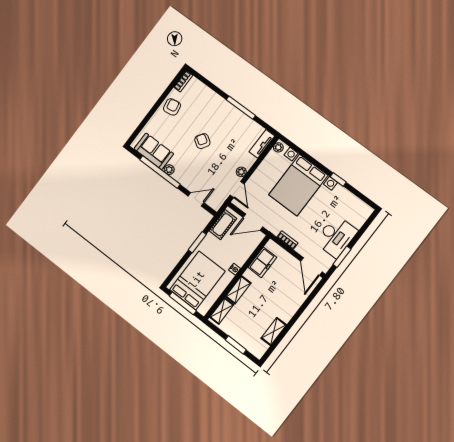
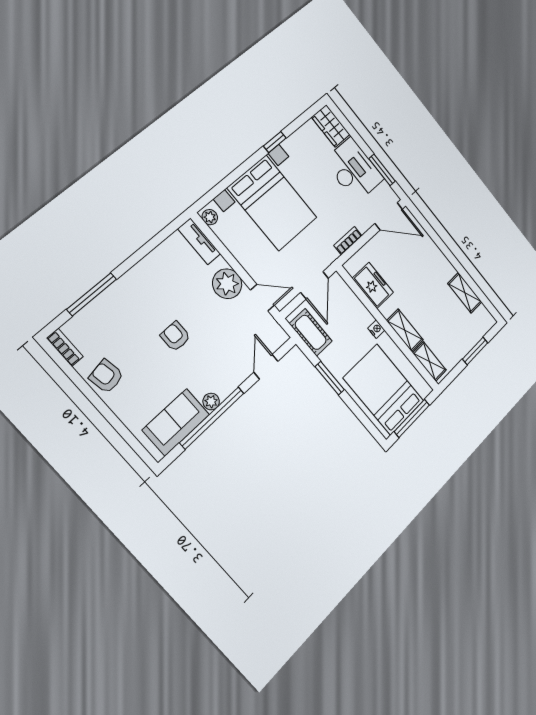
window: (241, 108) -> (92, 294), moved
armchair: (202, 141) -> (175, 336), turned 57
plant: (241, 172) -> (227, 284), width x1.87, depth x1.87
wardrobe: (361, 215) -> (331, 126), added

